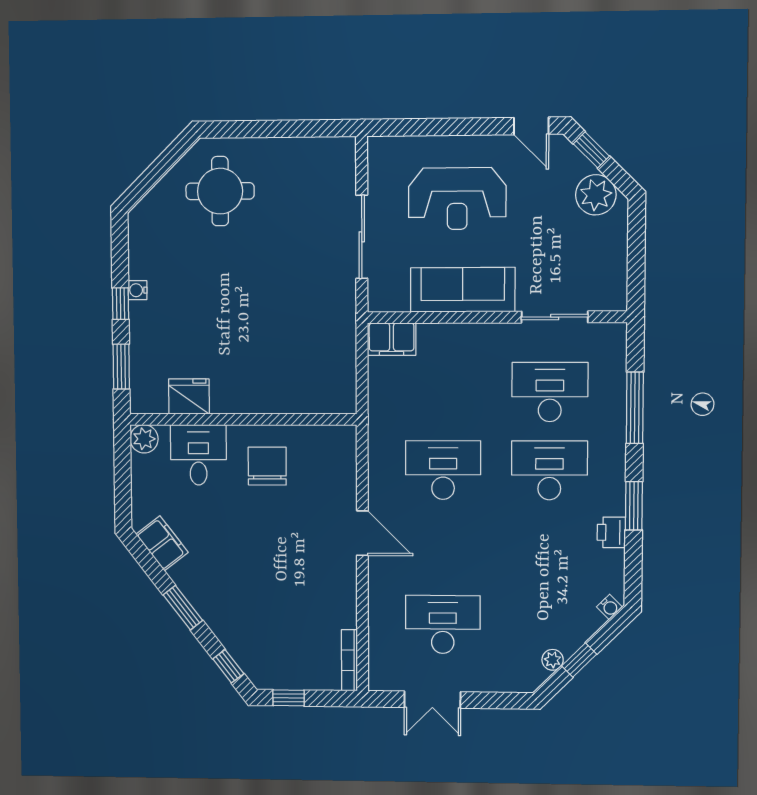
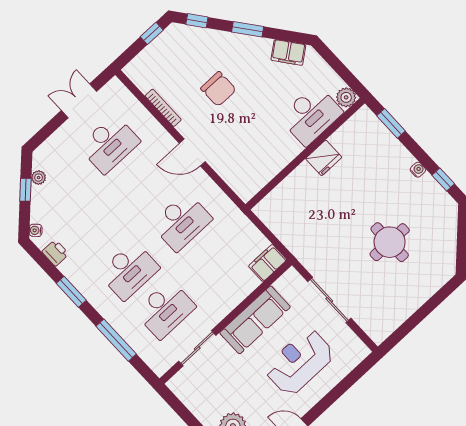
round table: (220, 191) -> (390, 242), moved
window: (120, 304) -> (443, 180), moved
fridge: (189, 397) -> (324, 158), moved
desk: (198, 455) -> (311, 115), width x1.37
chair: (267, 466) -> (218, 89), moved
printer: (611, 532) -> (55, 253), moved
bookcase: (349, 660) -> (163, 108), moved

